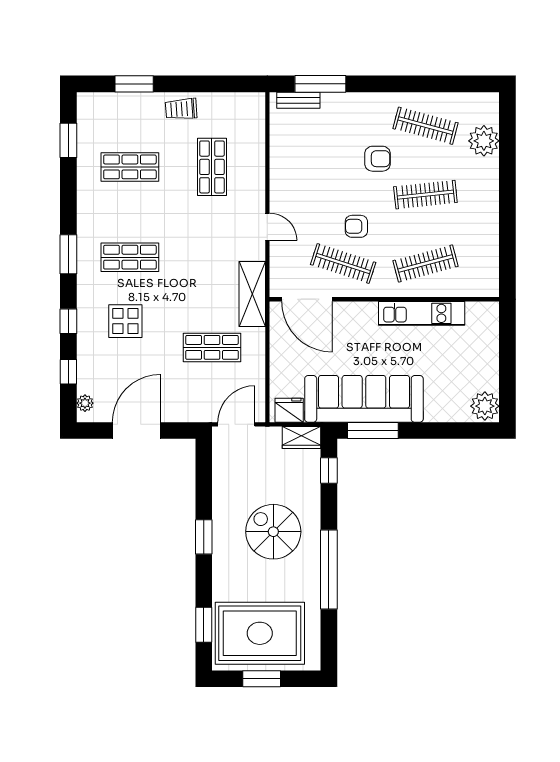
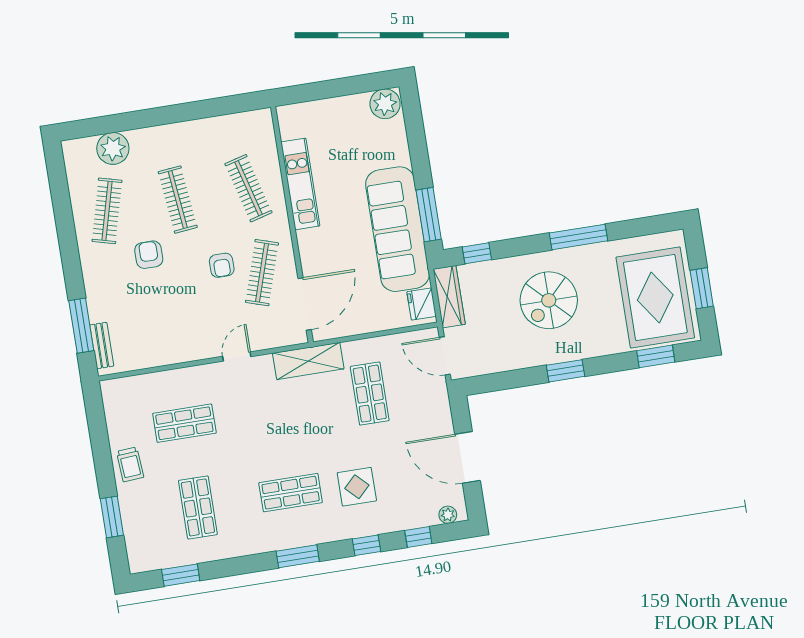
shop shelf: (130, 257) -> (291, 493), turned 90
wardrobe: (302, 438) -> (449, 297), width x1.50
window: (329, 570) -> (578, 237), width x0.68

